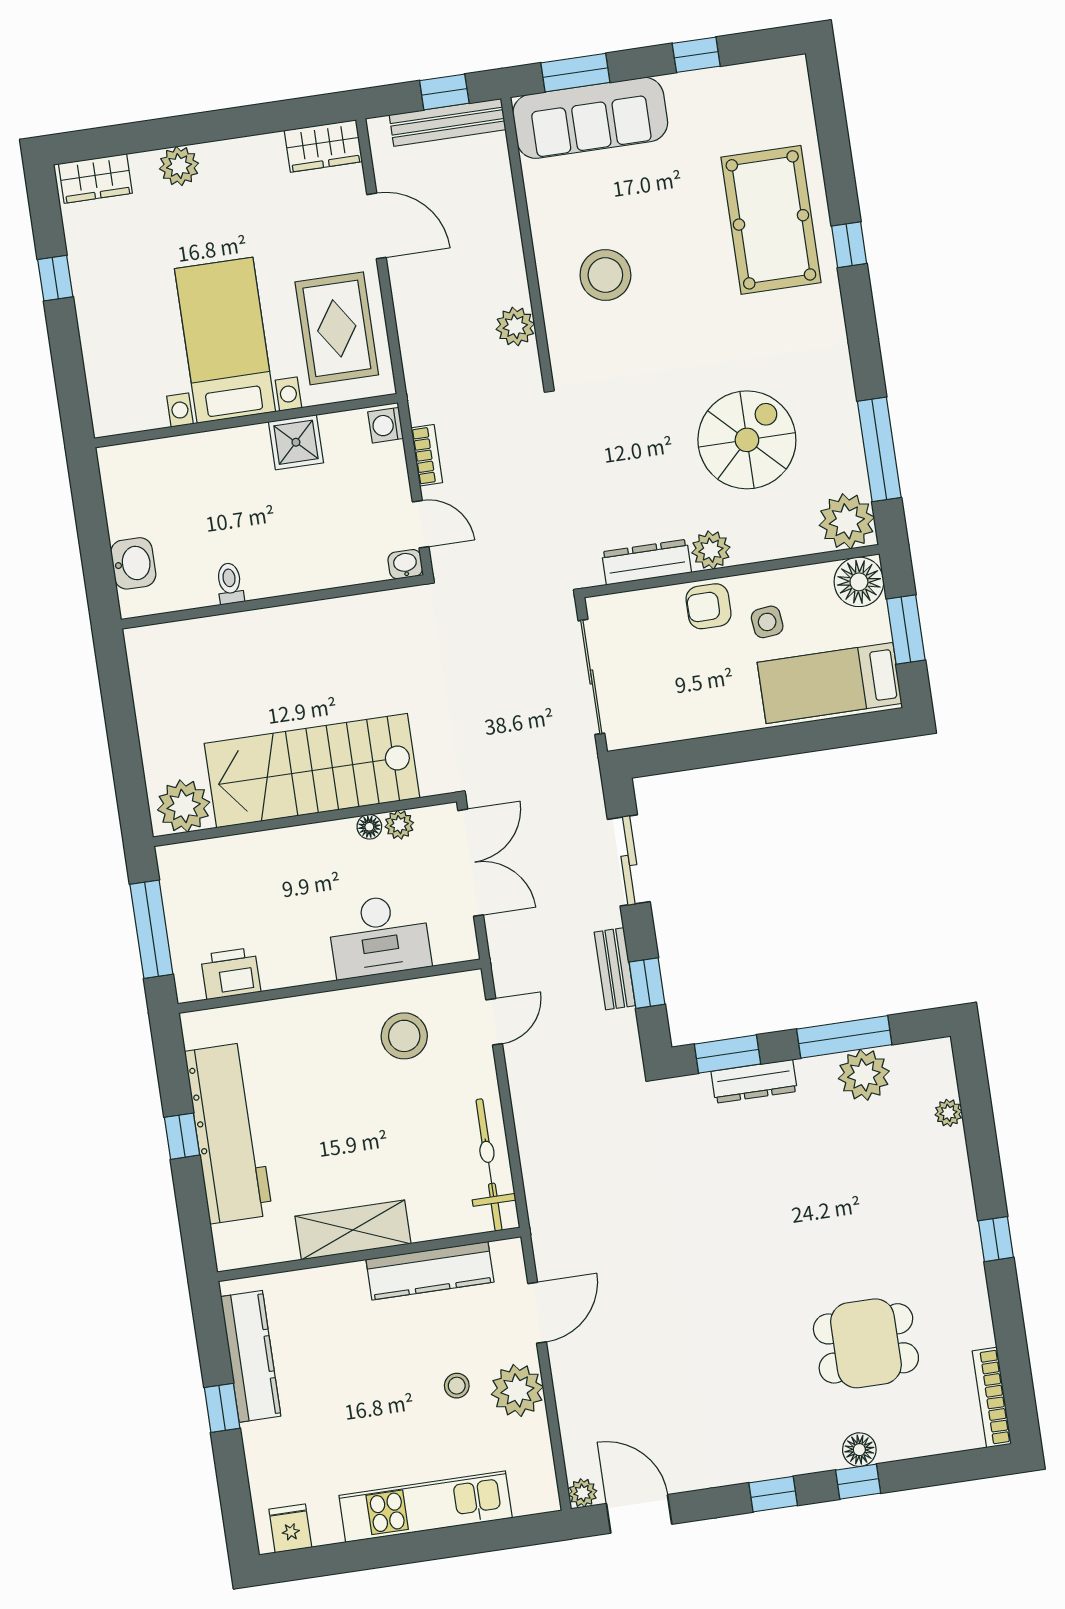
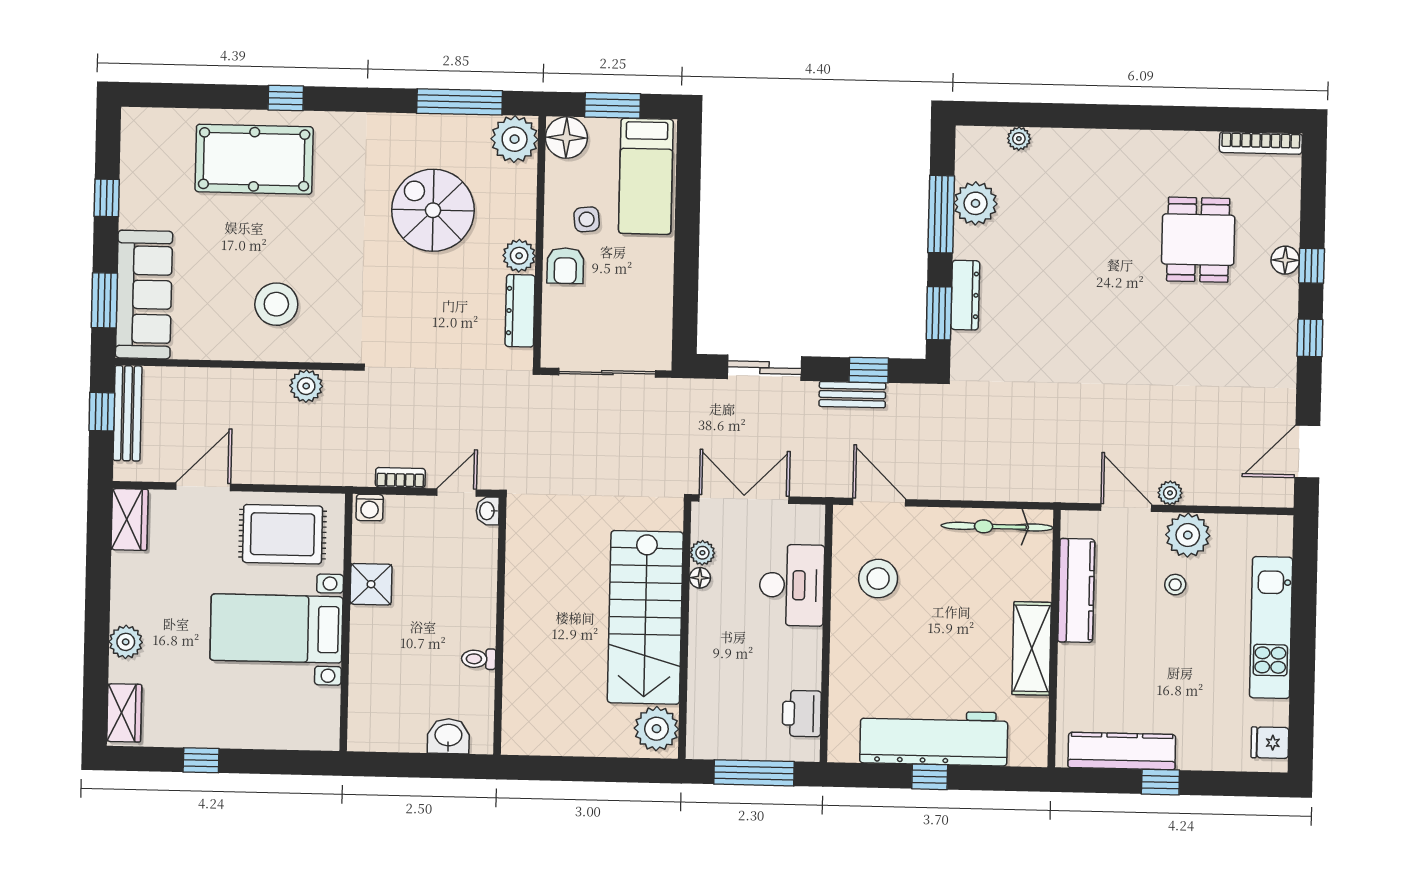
door: (494, 1022) -> (879, 502), width x1.38
window: (996, 1239) -> (1130, 117), removed
plant: (583, 1493) -> (1170, 493), moved

